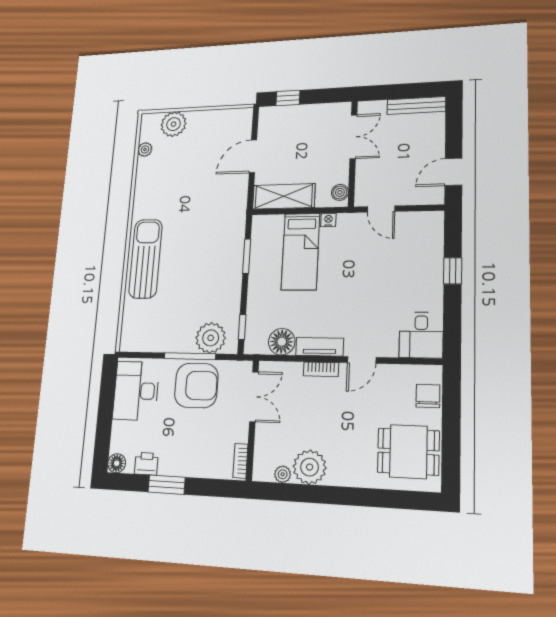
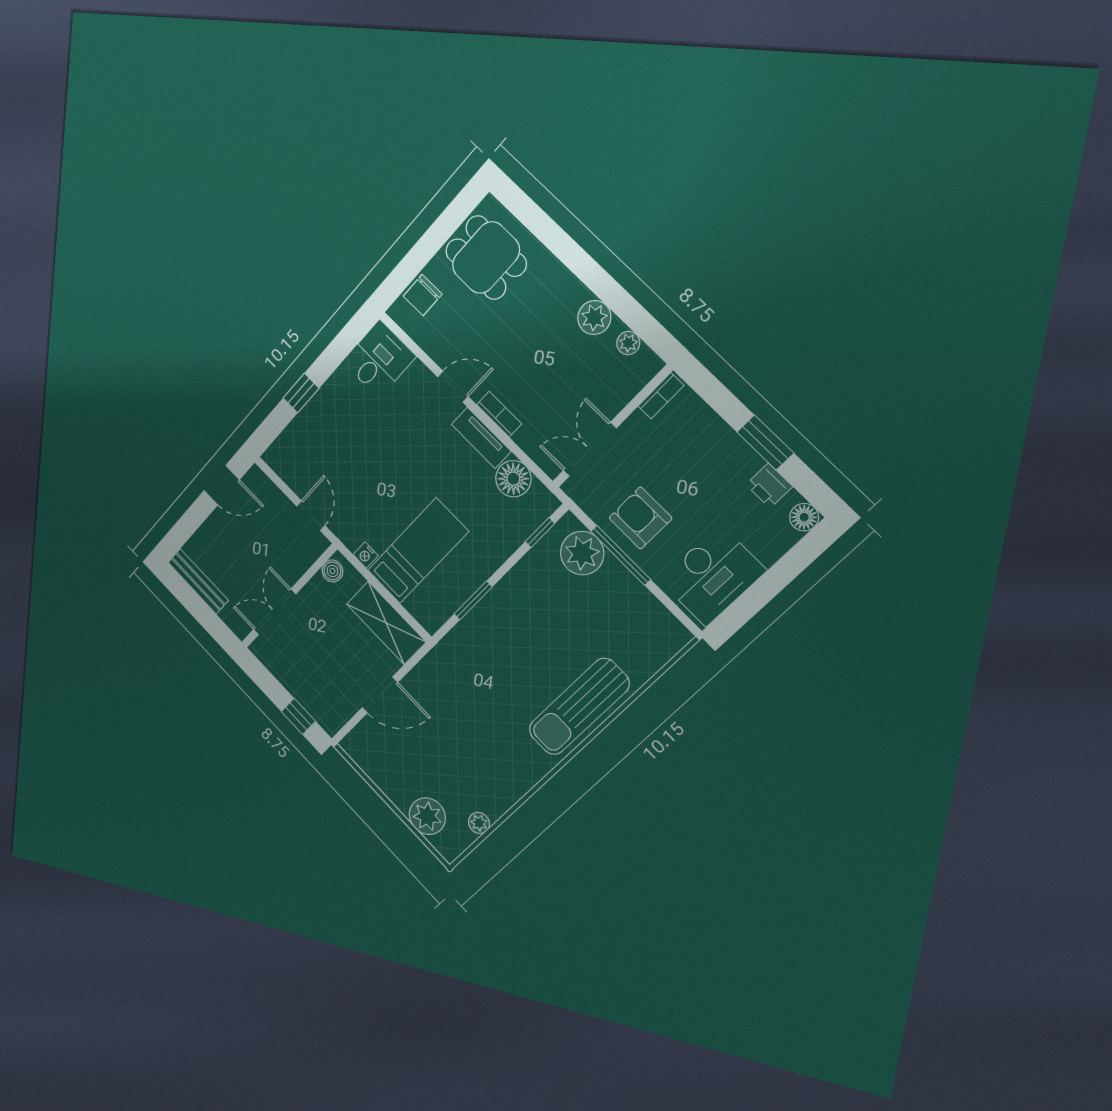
armchair: (196, 385) -> (640, 518), width x0.73, depth x0.73
plant: (310, 467) -> (594, 318), width x0.73, depth x0.73

